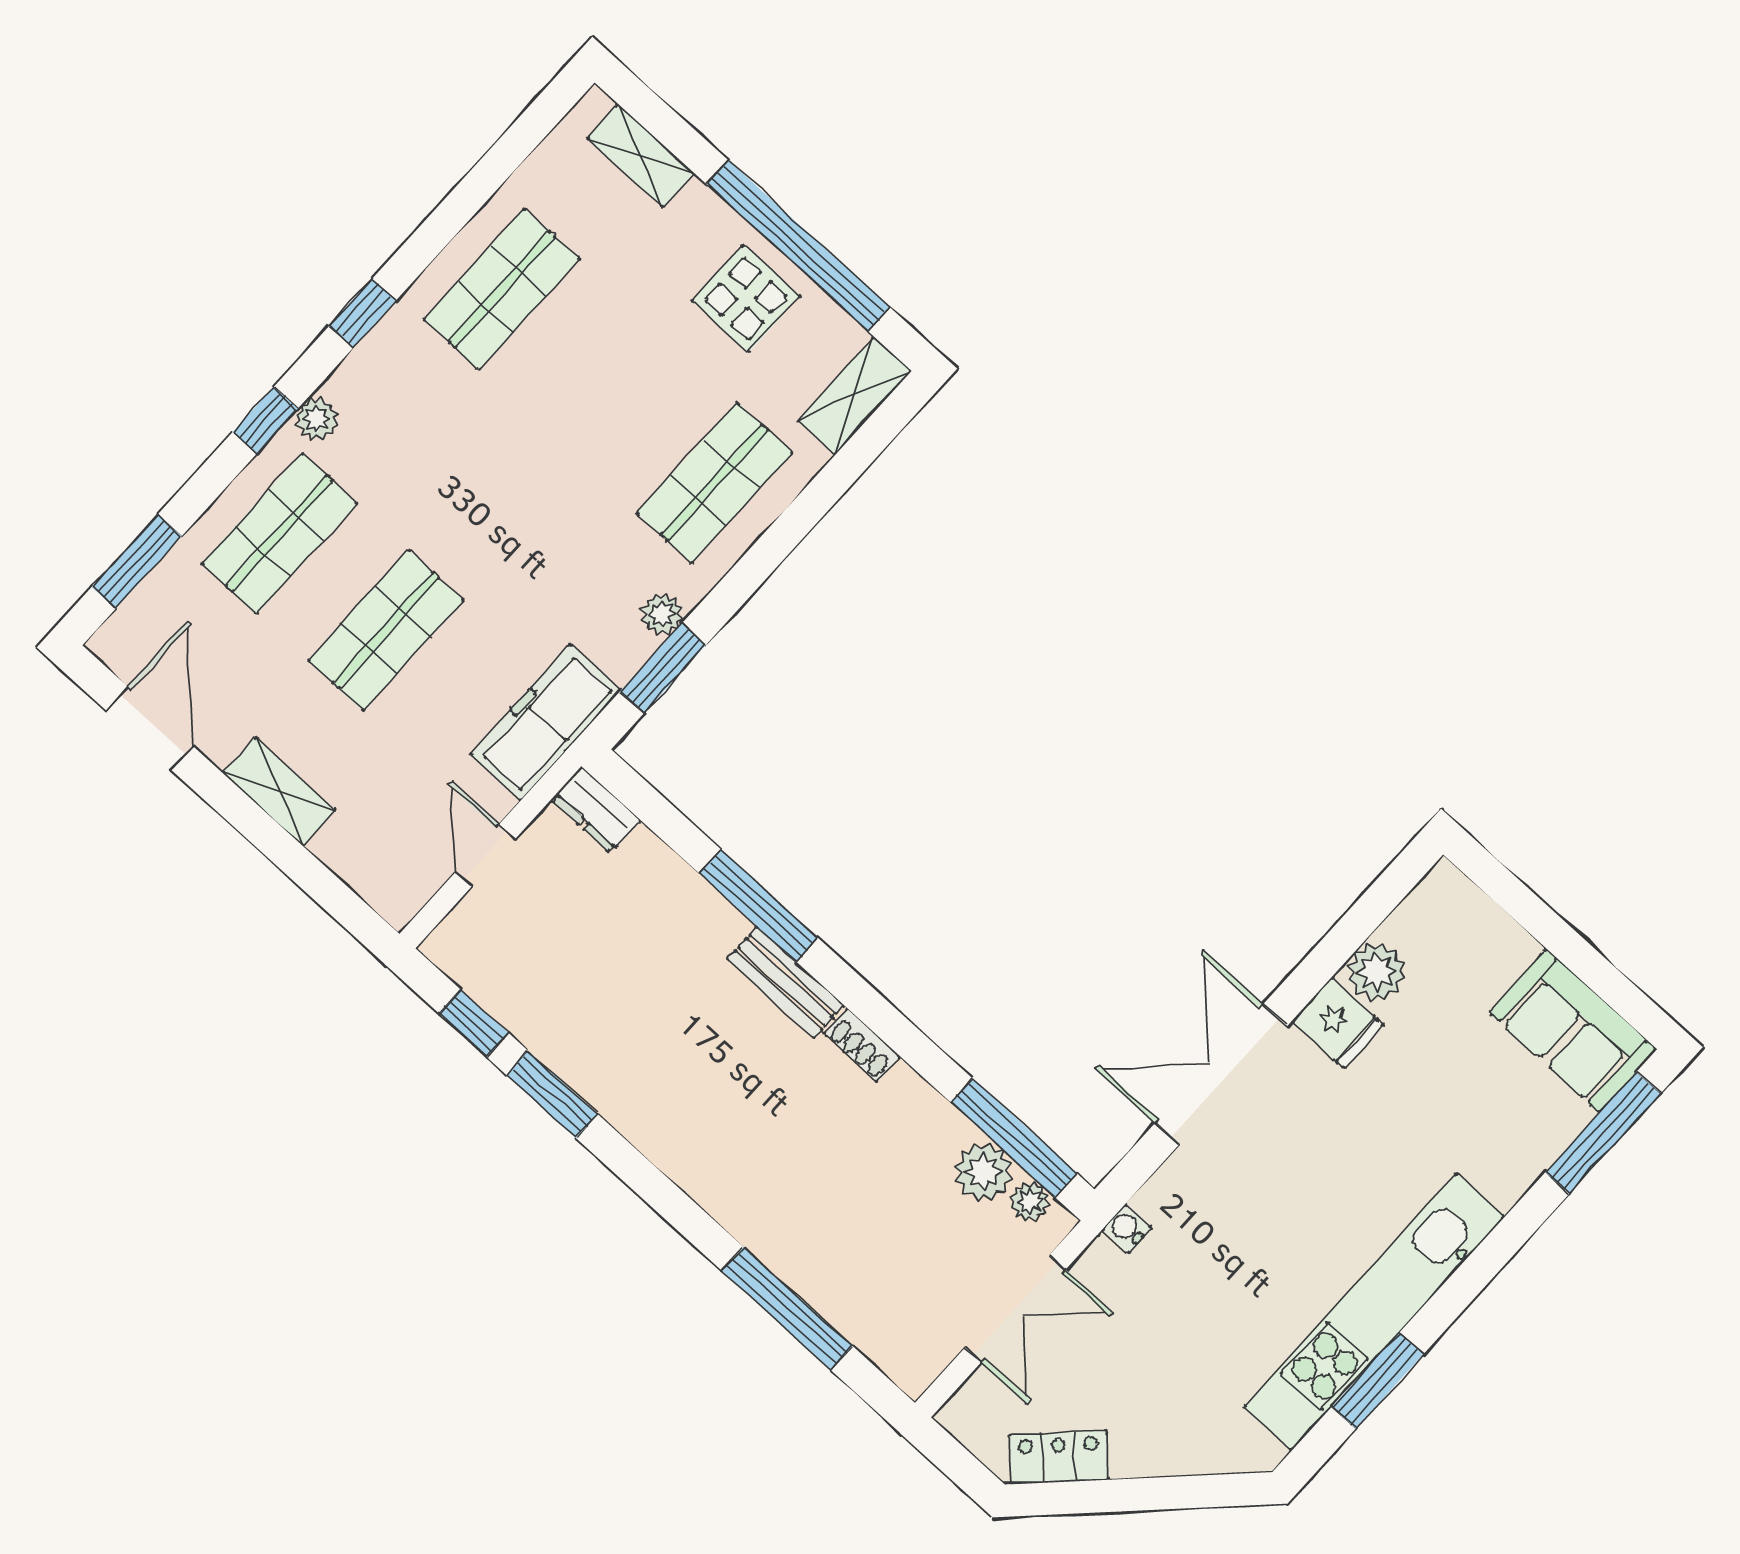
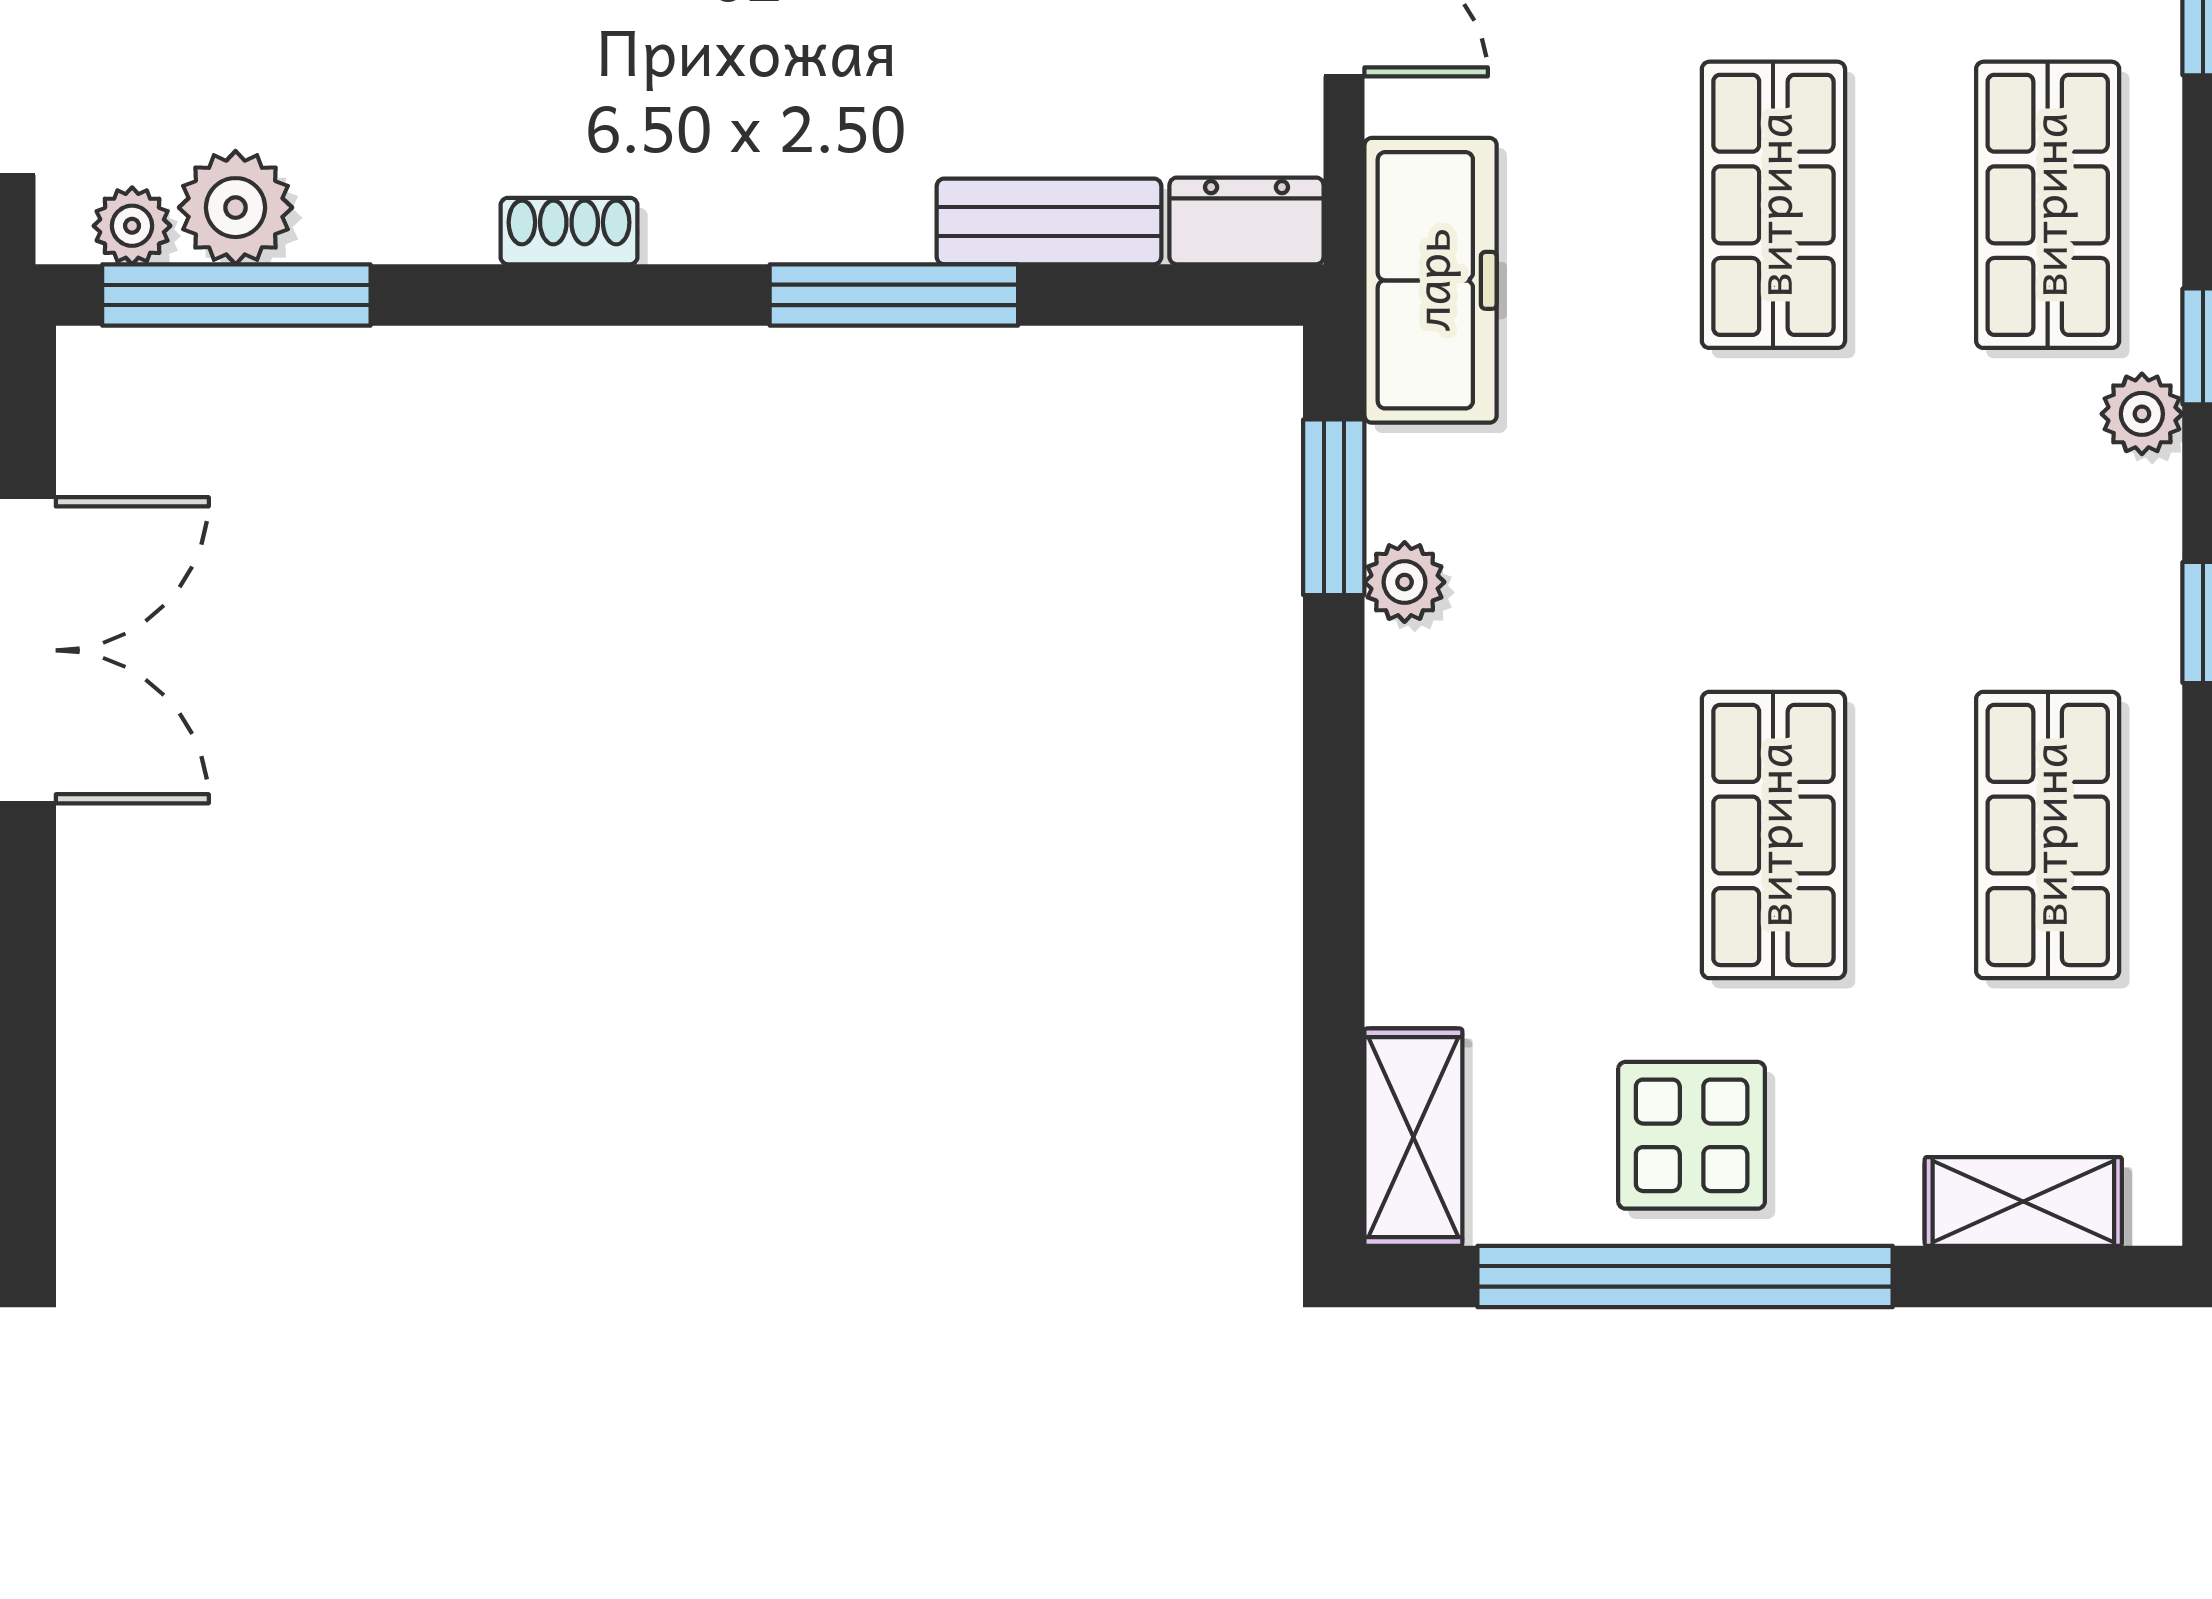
shop shelf: (715, 483) -> (1773, 835), moved
bench: (786, 982) -> (1049, 221), moved

